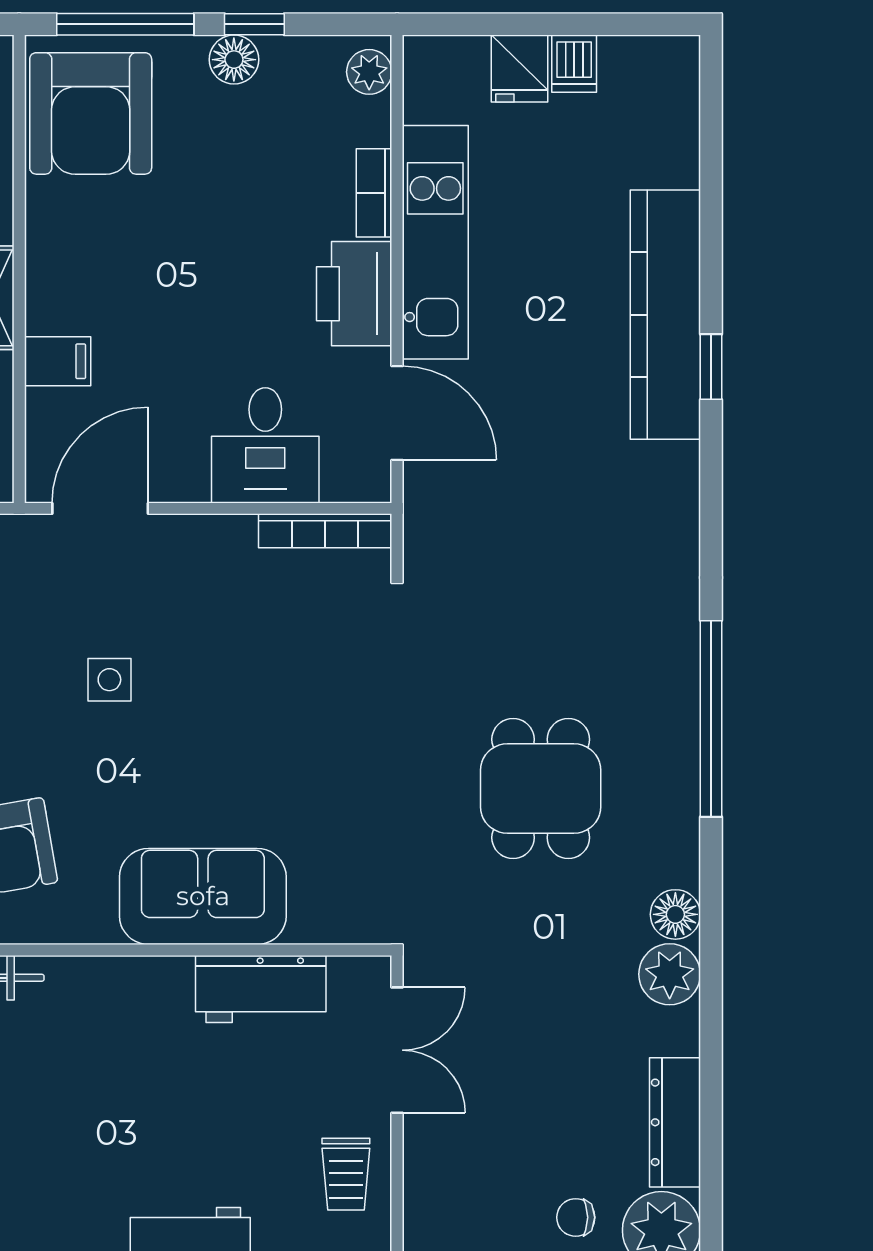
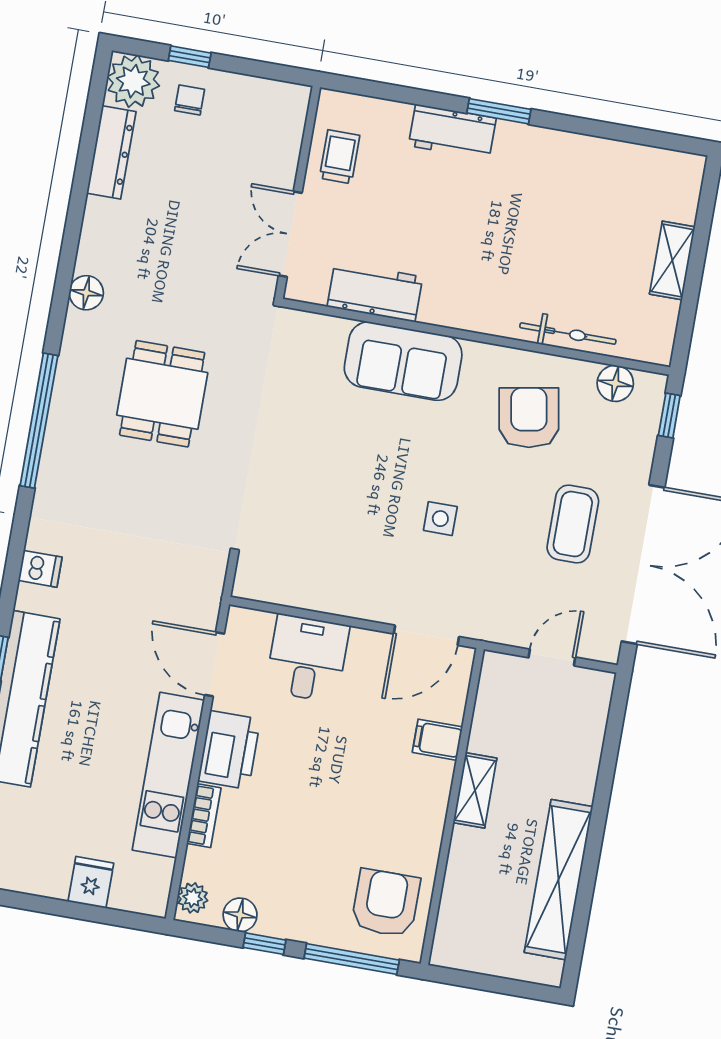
floor lamp: (234, 60) -> (240, 915), moved
dishwasher: (574, 64) -> (40, 569), moved, turned 90
armchair: (91, 113) -> (386, 903), width x0.73, depth x0.73
bookcase: (325, 531) -> (277, 593), removed
plant: (670, 974) -> (97, 253), removed
chair: (576, 1217) -> (190, 100), turned -90

